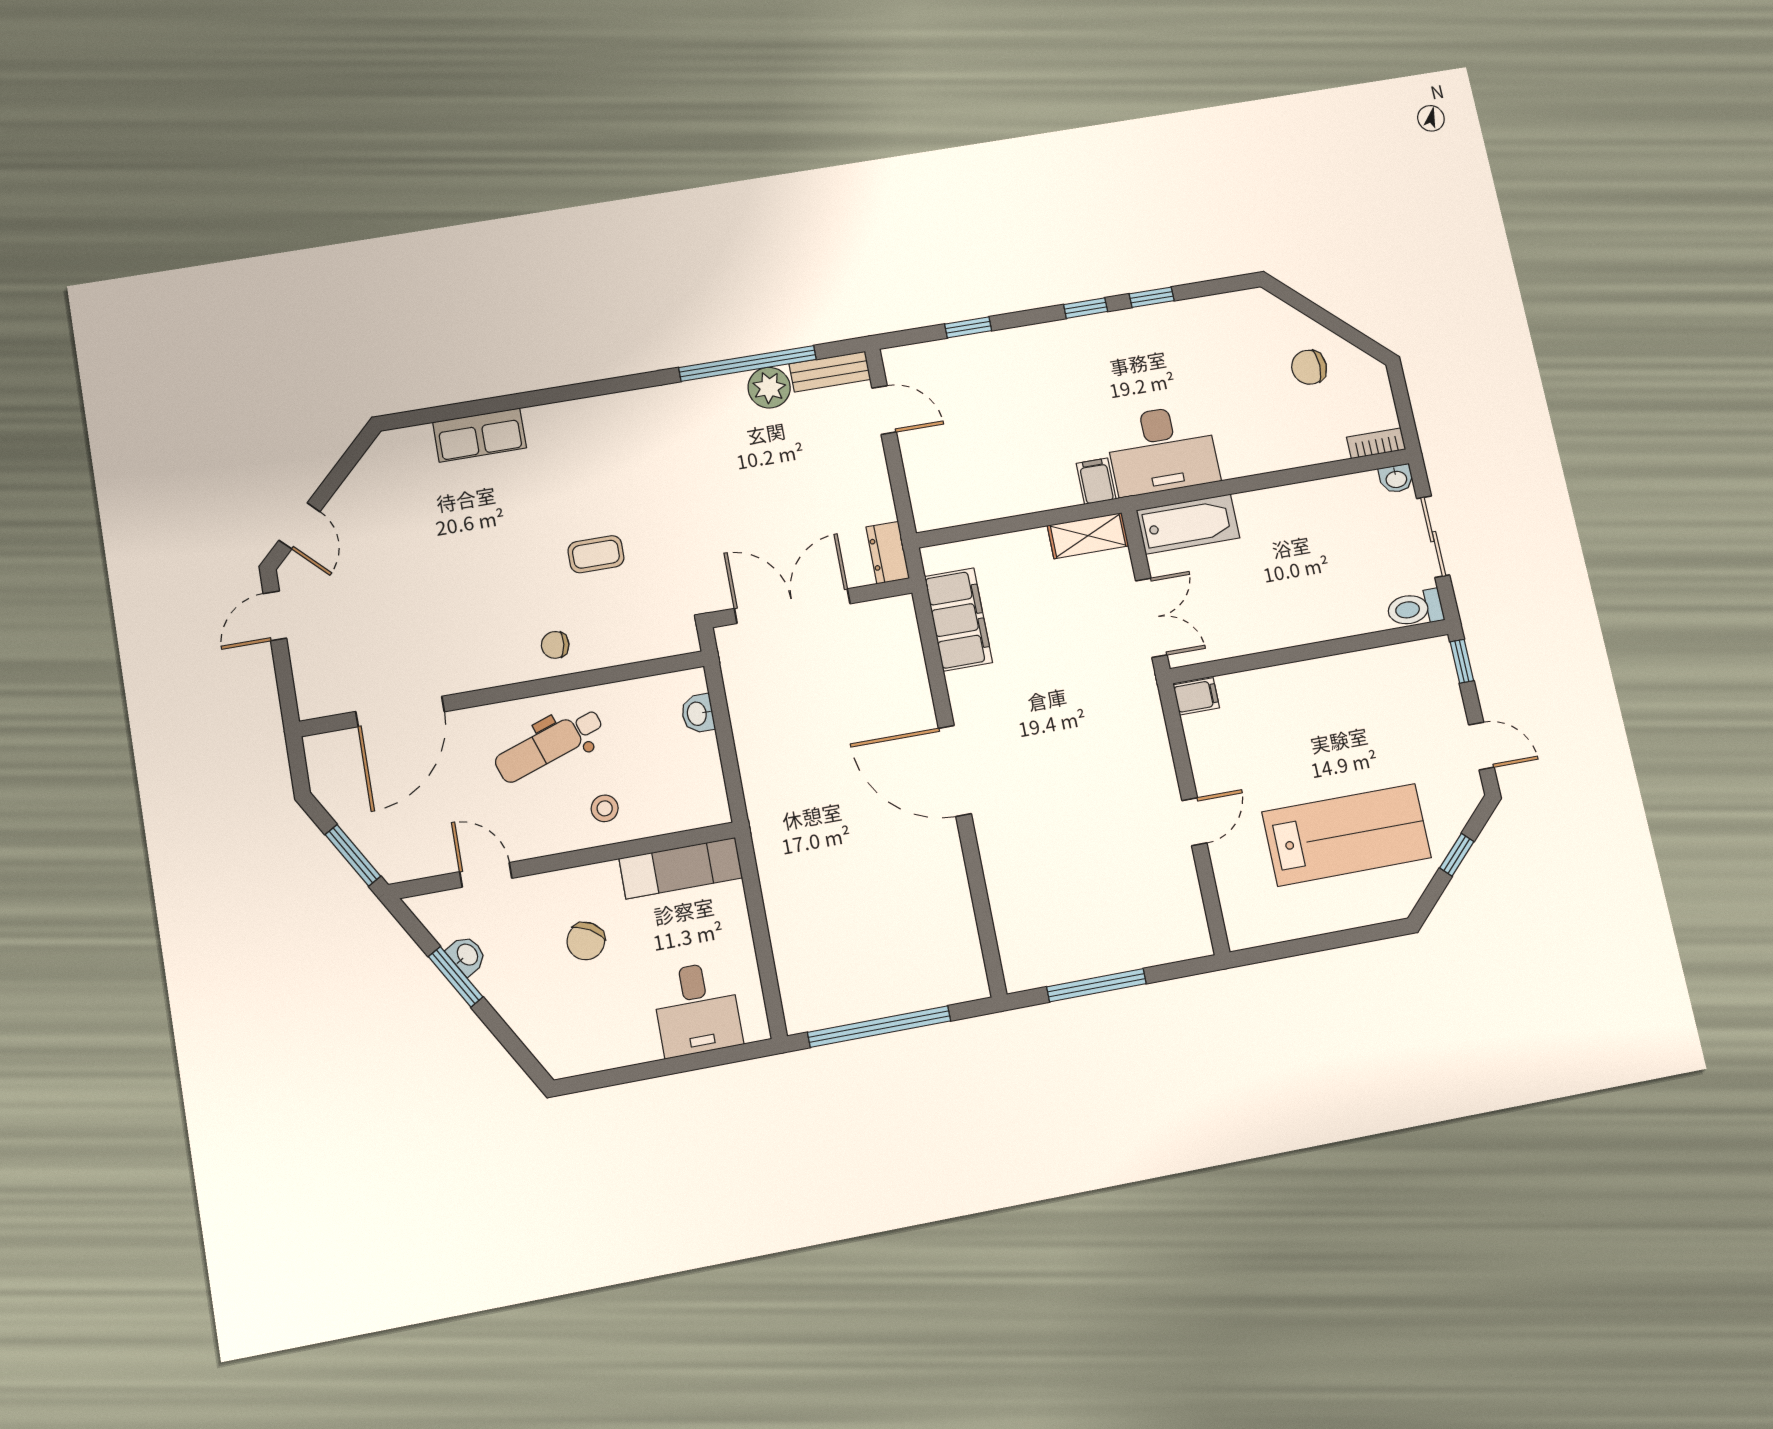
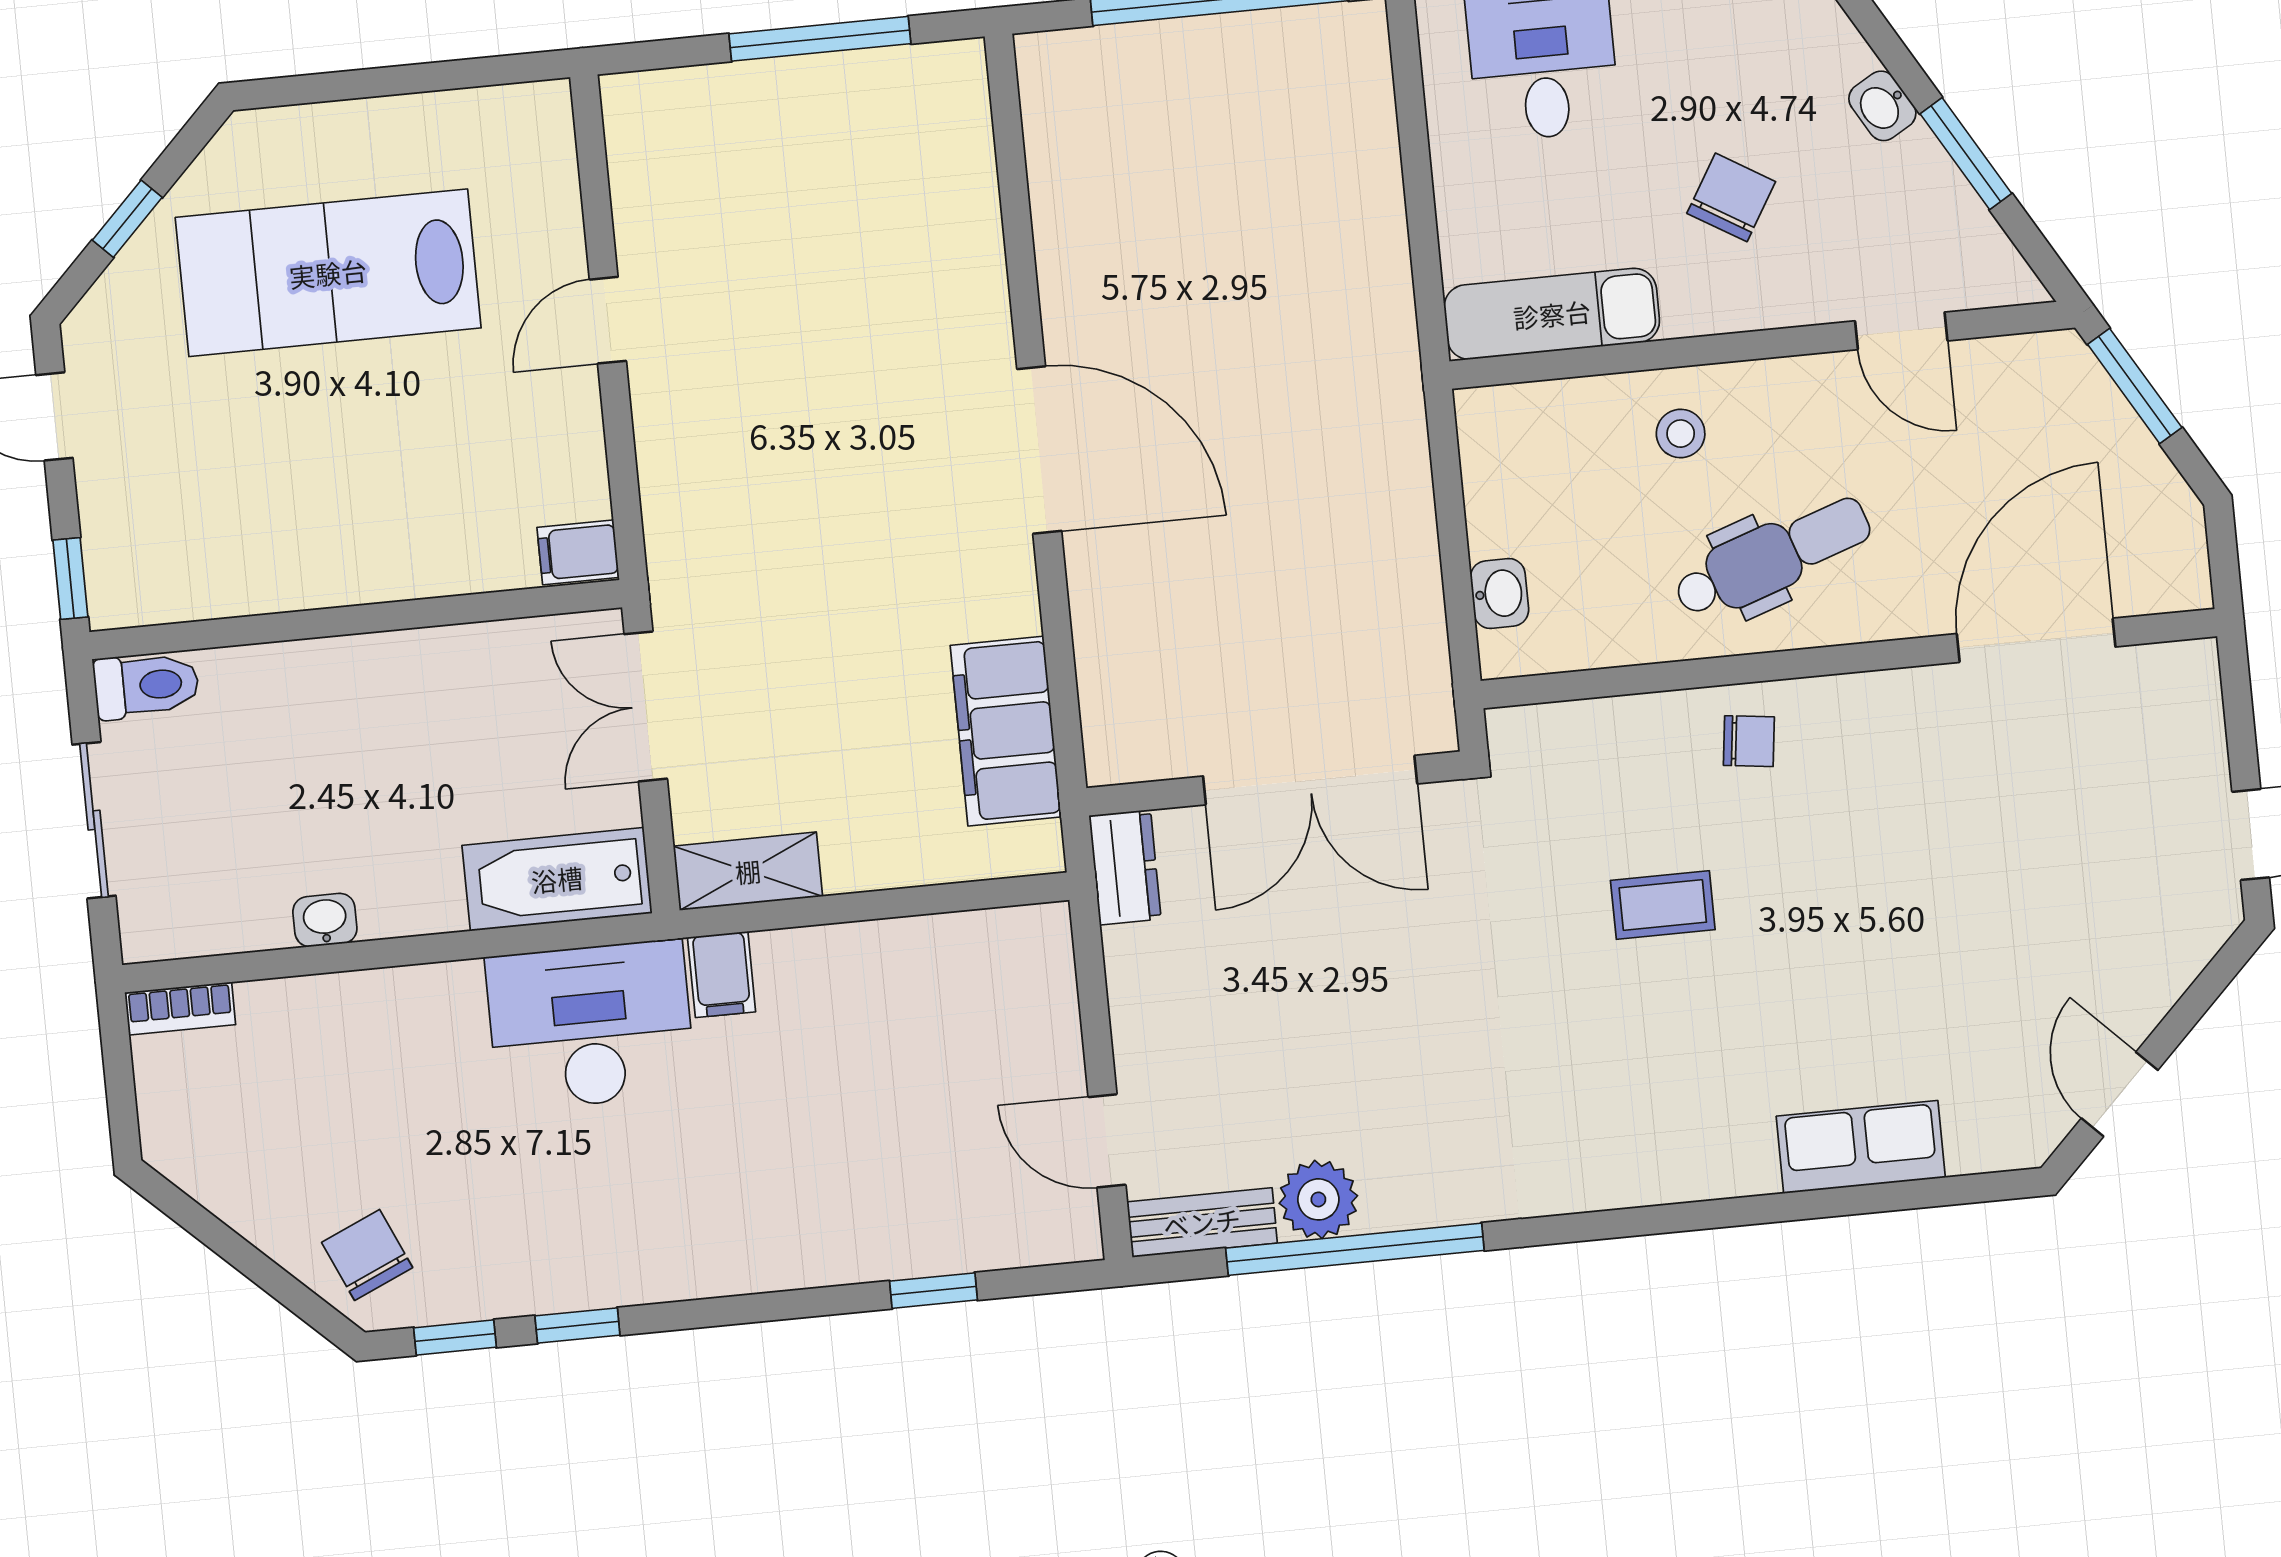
window: (1086, 308) -> (455, 1337), moved
chair: (1309, 367) -> (367, 1255), moved, turned -114
washbasin: (1396, 479) -> (325, 920), moved
door: (299, 526) -> (2120, 1094), moved
washbasin: (467, 955) -> (1882, 106), moved

